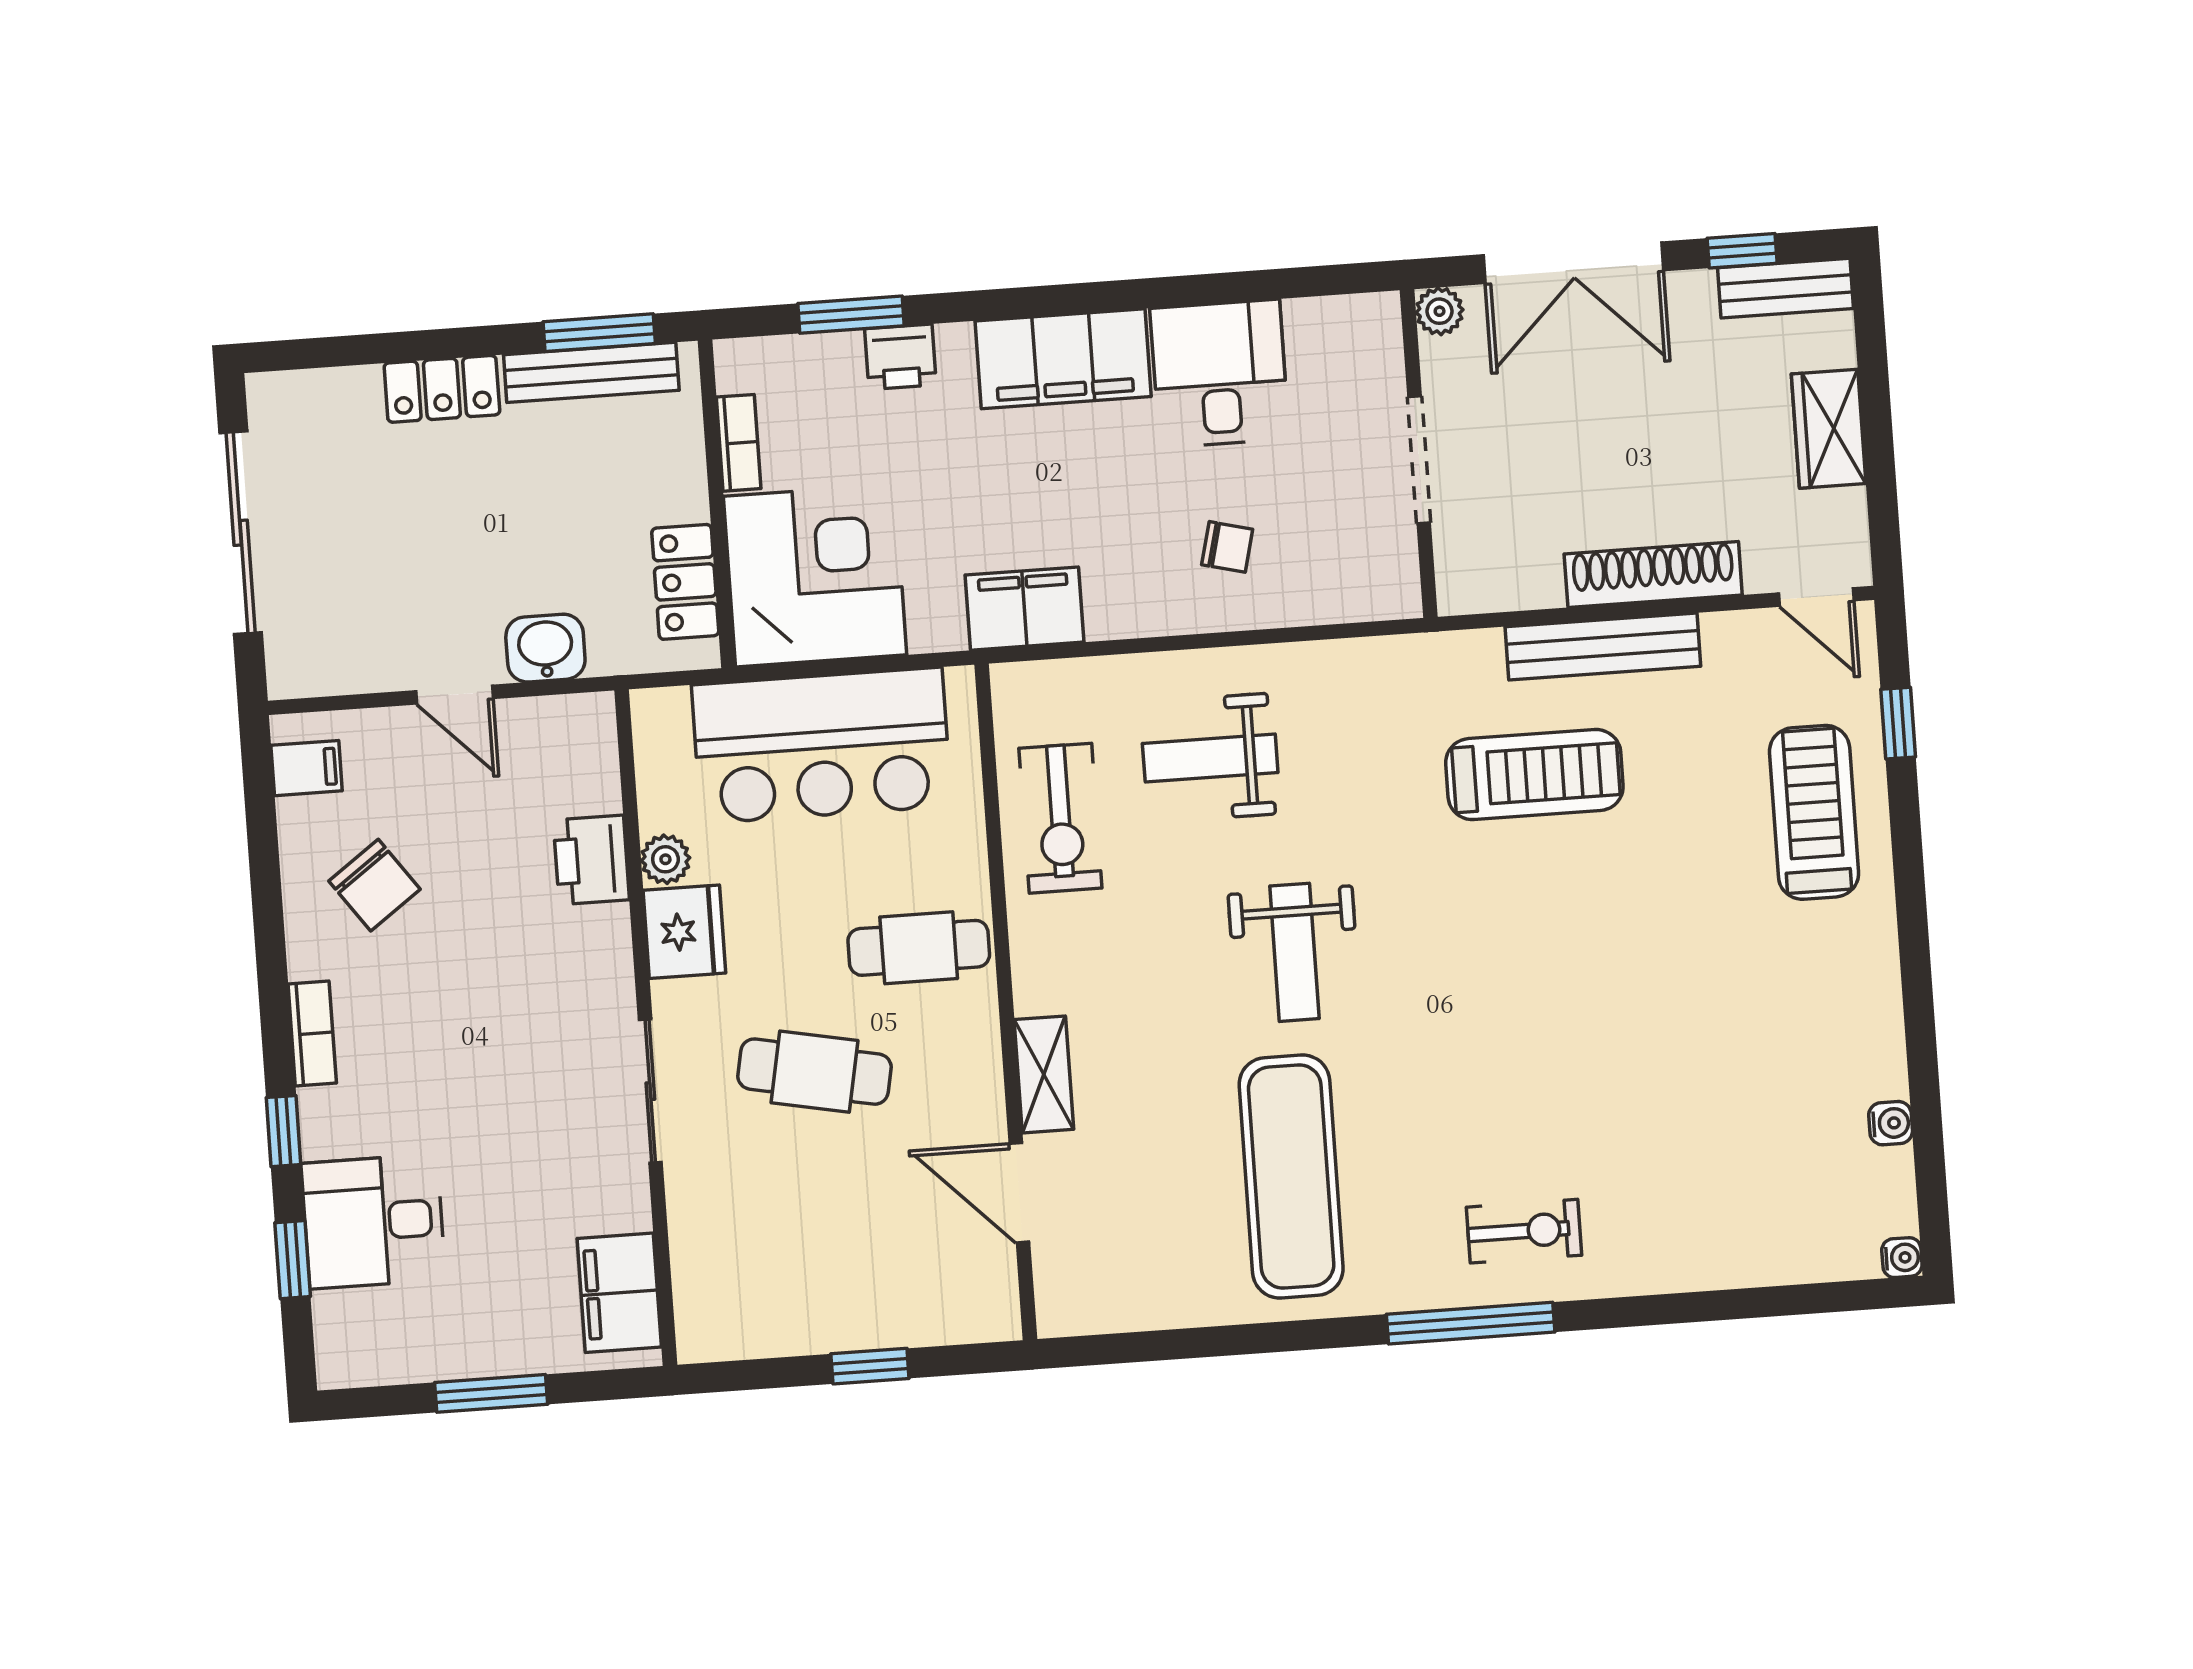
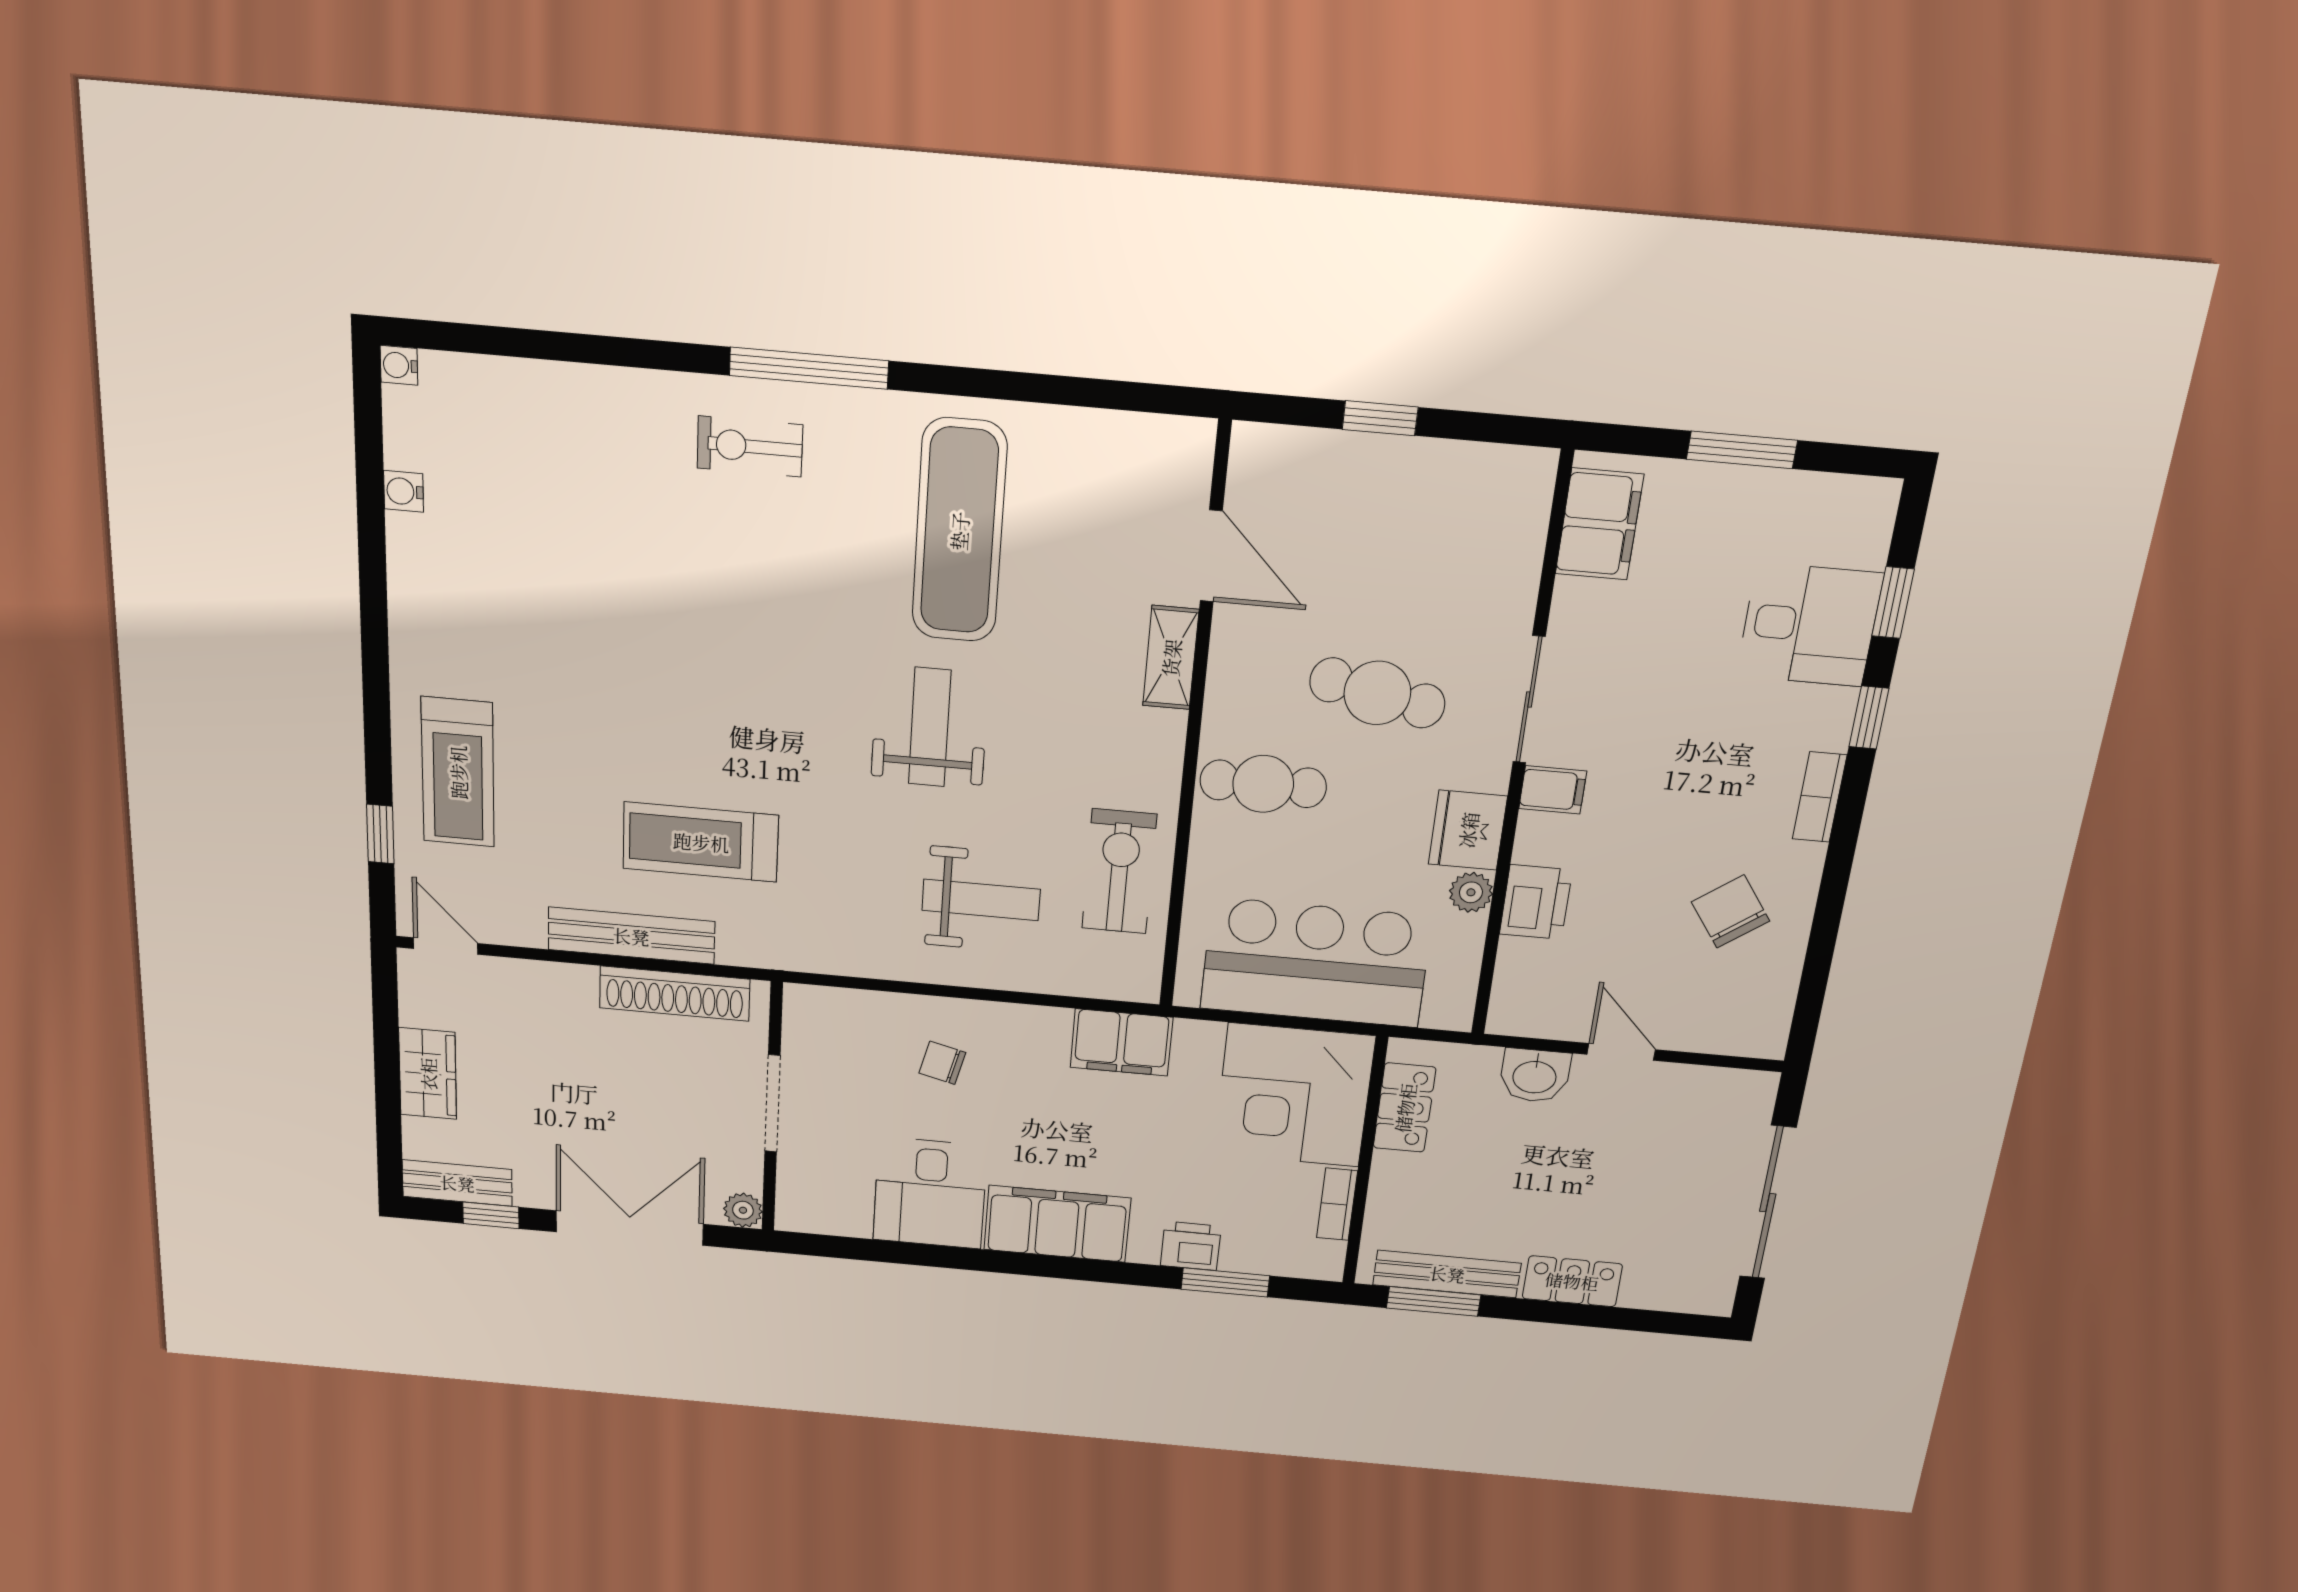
shoe rack: (1653, 574) -> (675, 994), moved
filing cabinet: (307, 768) -> (1553, 790), moved, turned 180

